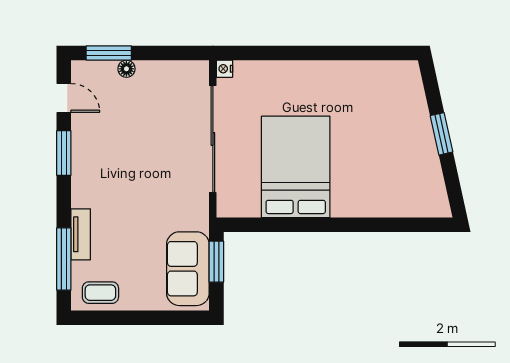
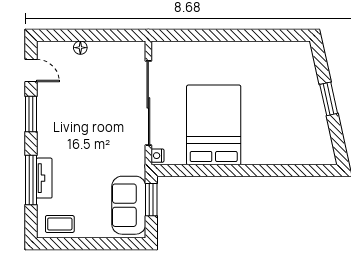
window: (109, 53) -> (66, 35), removed
nightstand: (224, 69) -> (158, 156), moved
window: (64, 259) -> (31, 180), moved

